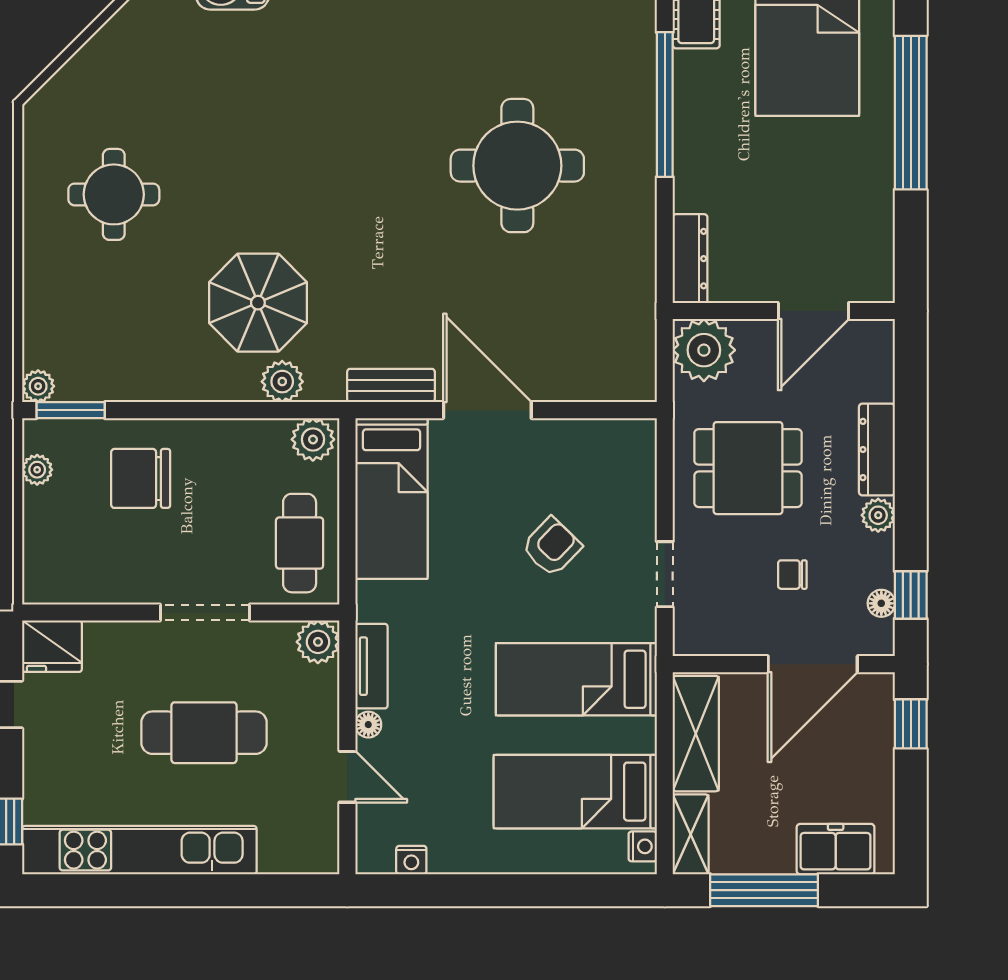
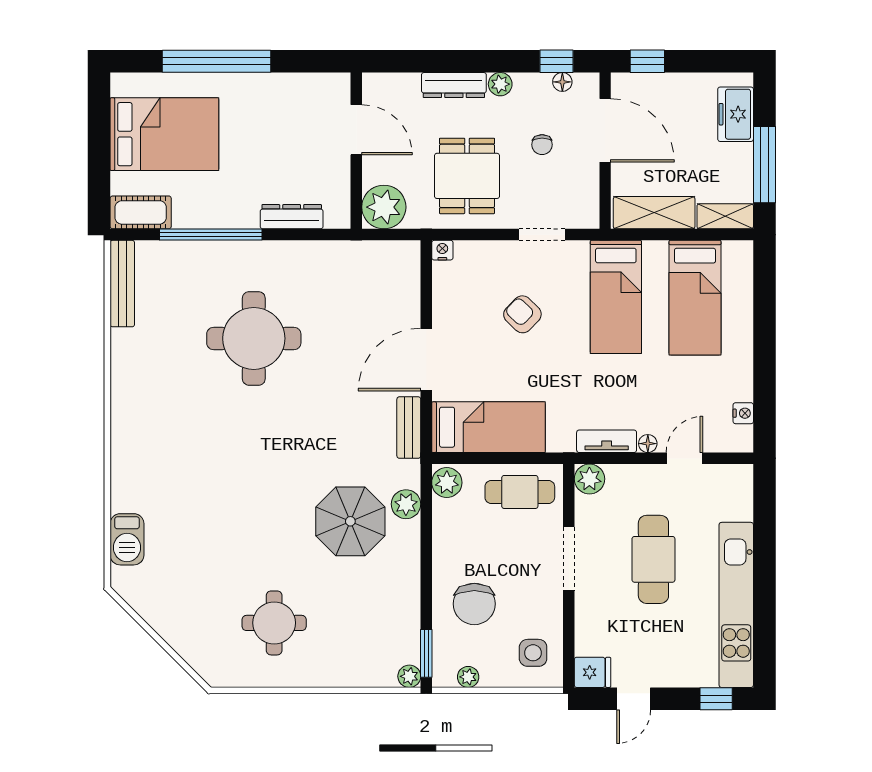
dresser: (690, 259) -> (292, 217), moved
side table: (71, 562) -> (533, 653), added
fridge: (52, 646) -> (593, 672), width x0.72
nightstand: (643, 846) -> (442, 250), moved

